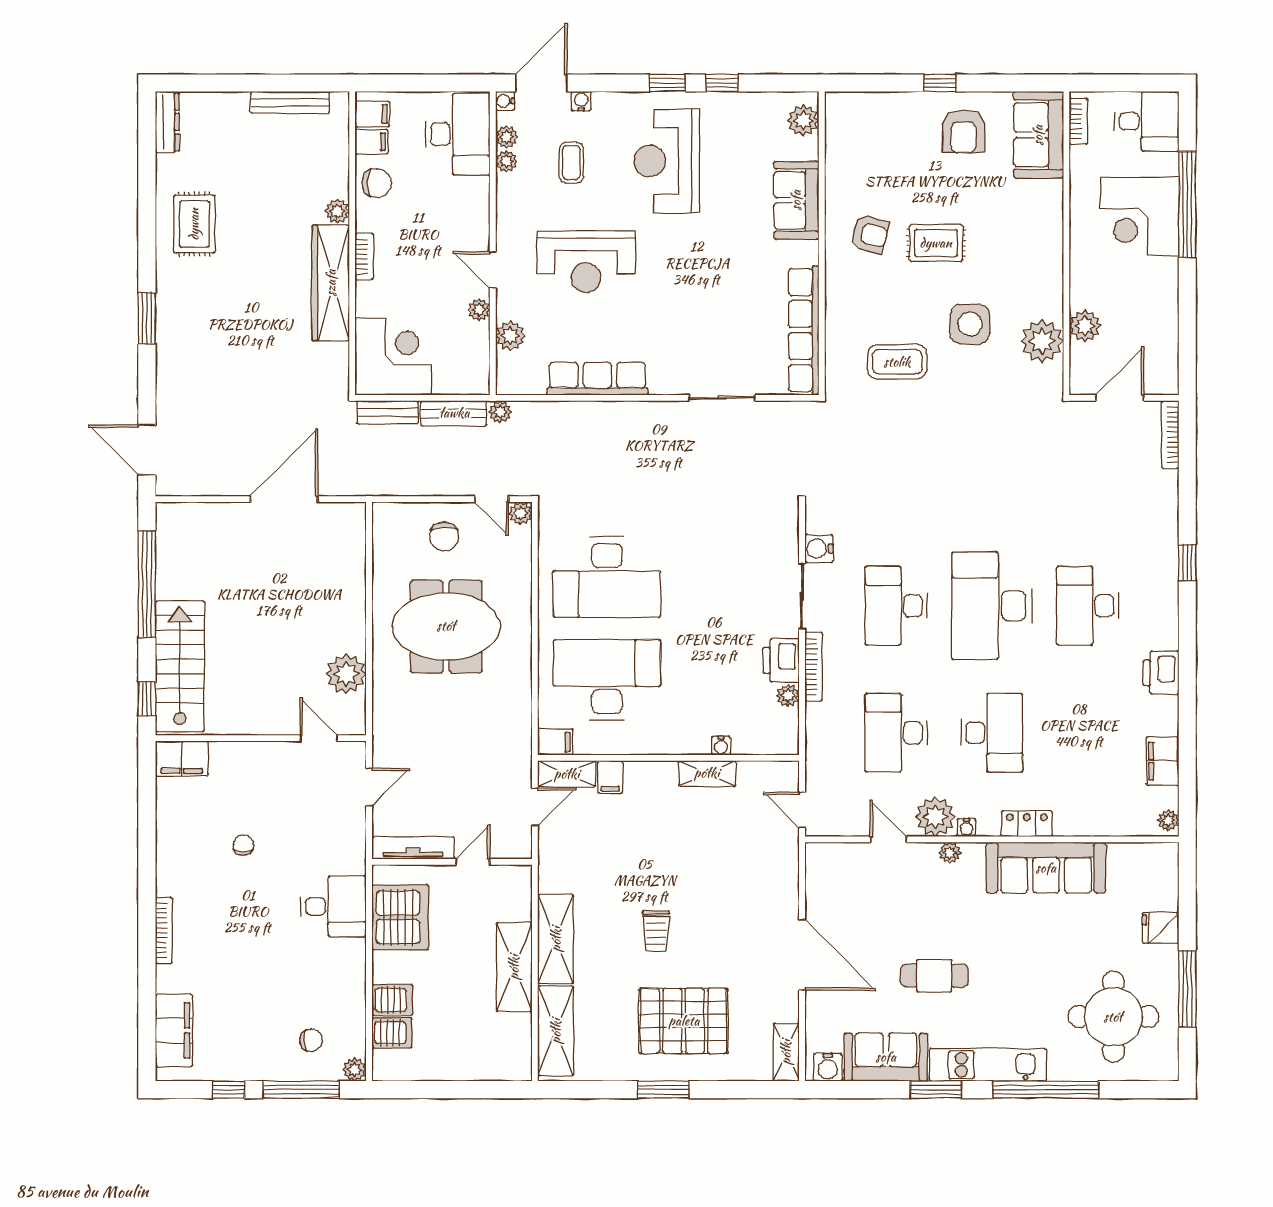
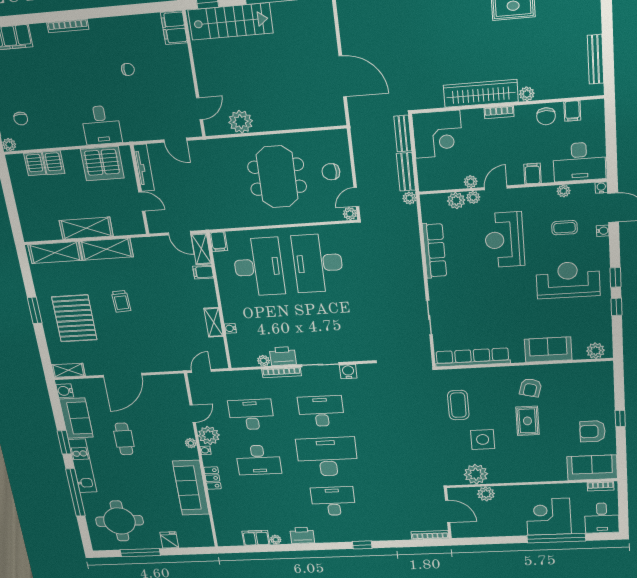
filing cabinet: (372, 114) -> (532, 174), moved, turned 180
plant: (507, 137) -> (473, 197), moved
plant: (1168, 820) -> (276, 540), moved
trolley: (656, 931) -> (121, 301), turned -93

